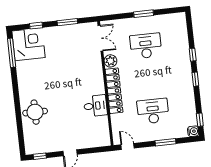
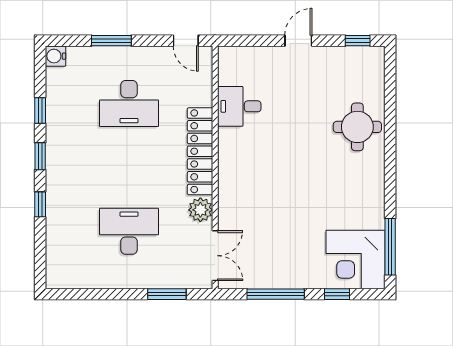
window: (144, 14) -> (167, 294), moved
window: (67, 22) -> (276, 294), width x1.44
double door: (100, 38) -> (215, 256), swing flipped
desk: (146, 46) -> (129, 231), turned 180
desk: (95, 106) -> (239, 106), moved
window: (200, 120) -> (40, 111), moved

